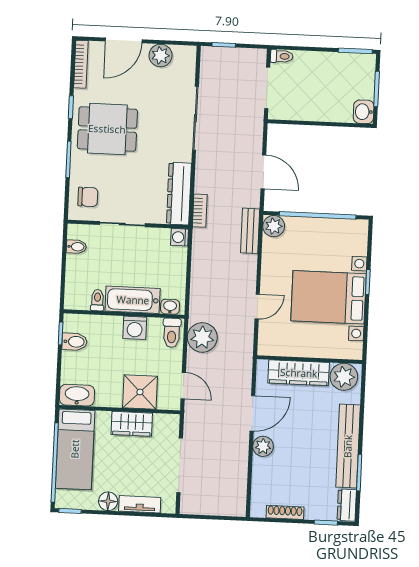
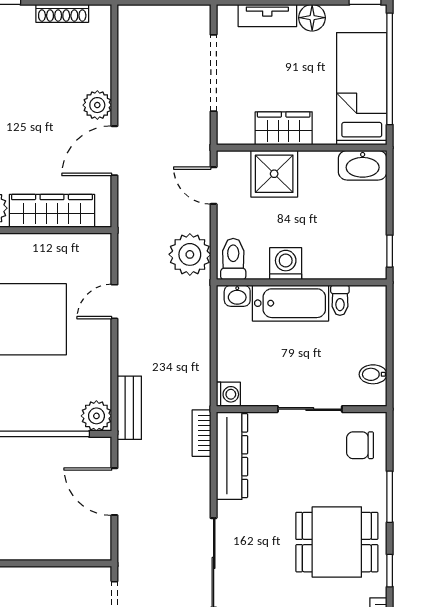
bidet: (75, 342) -> (370, 240), removed

